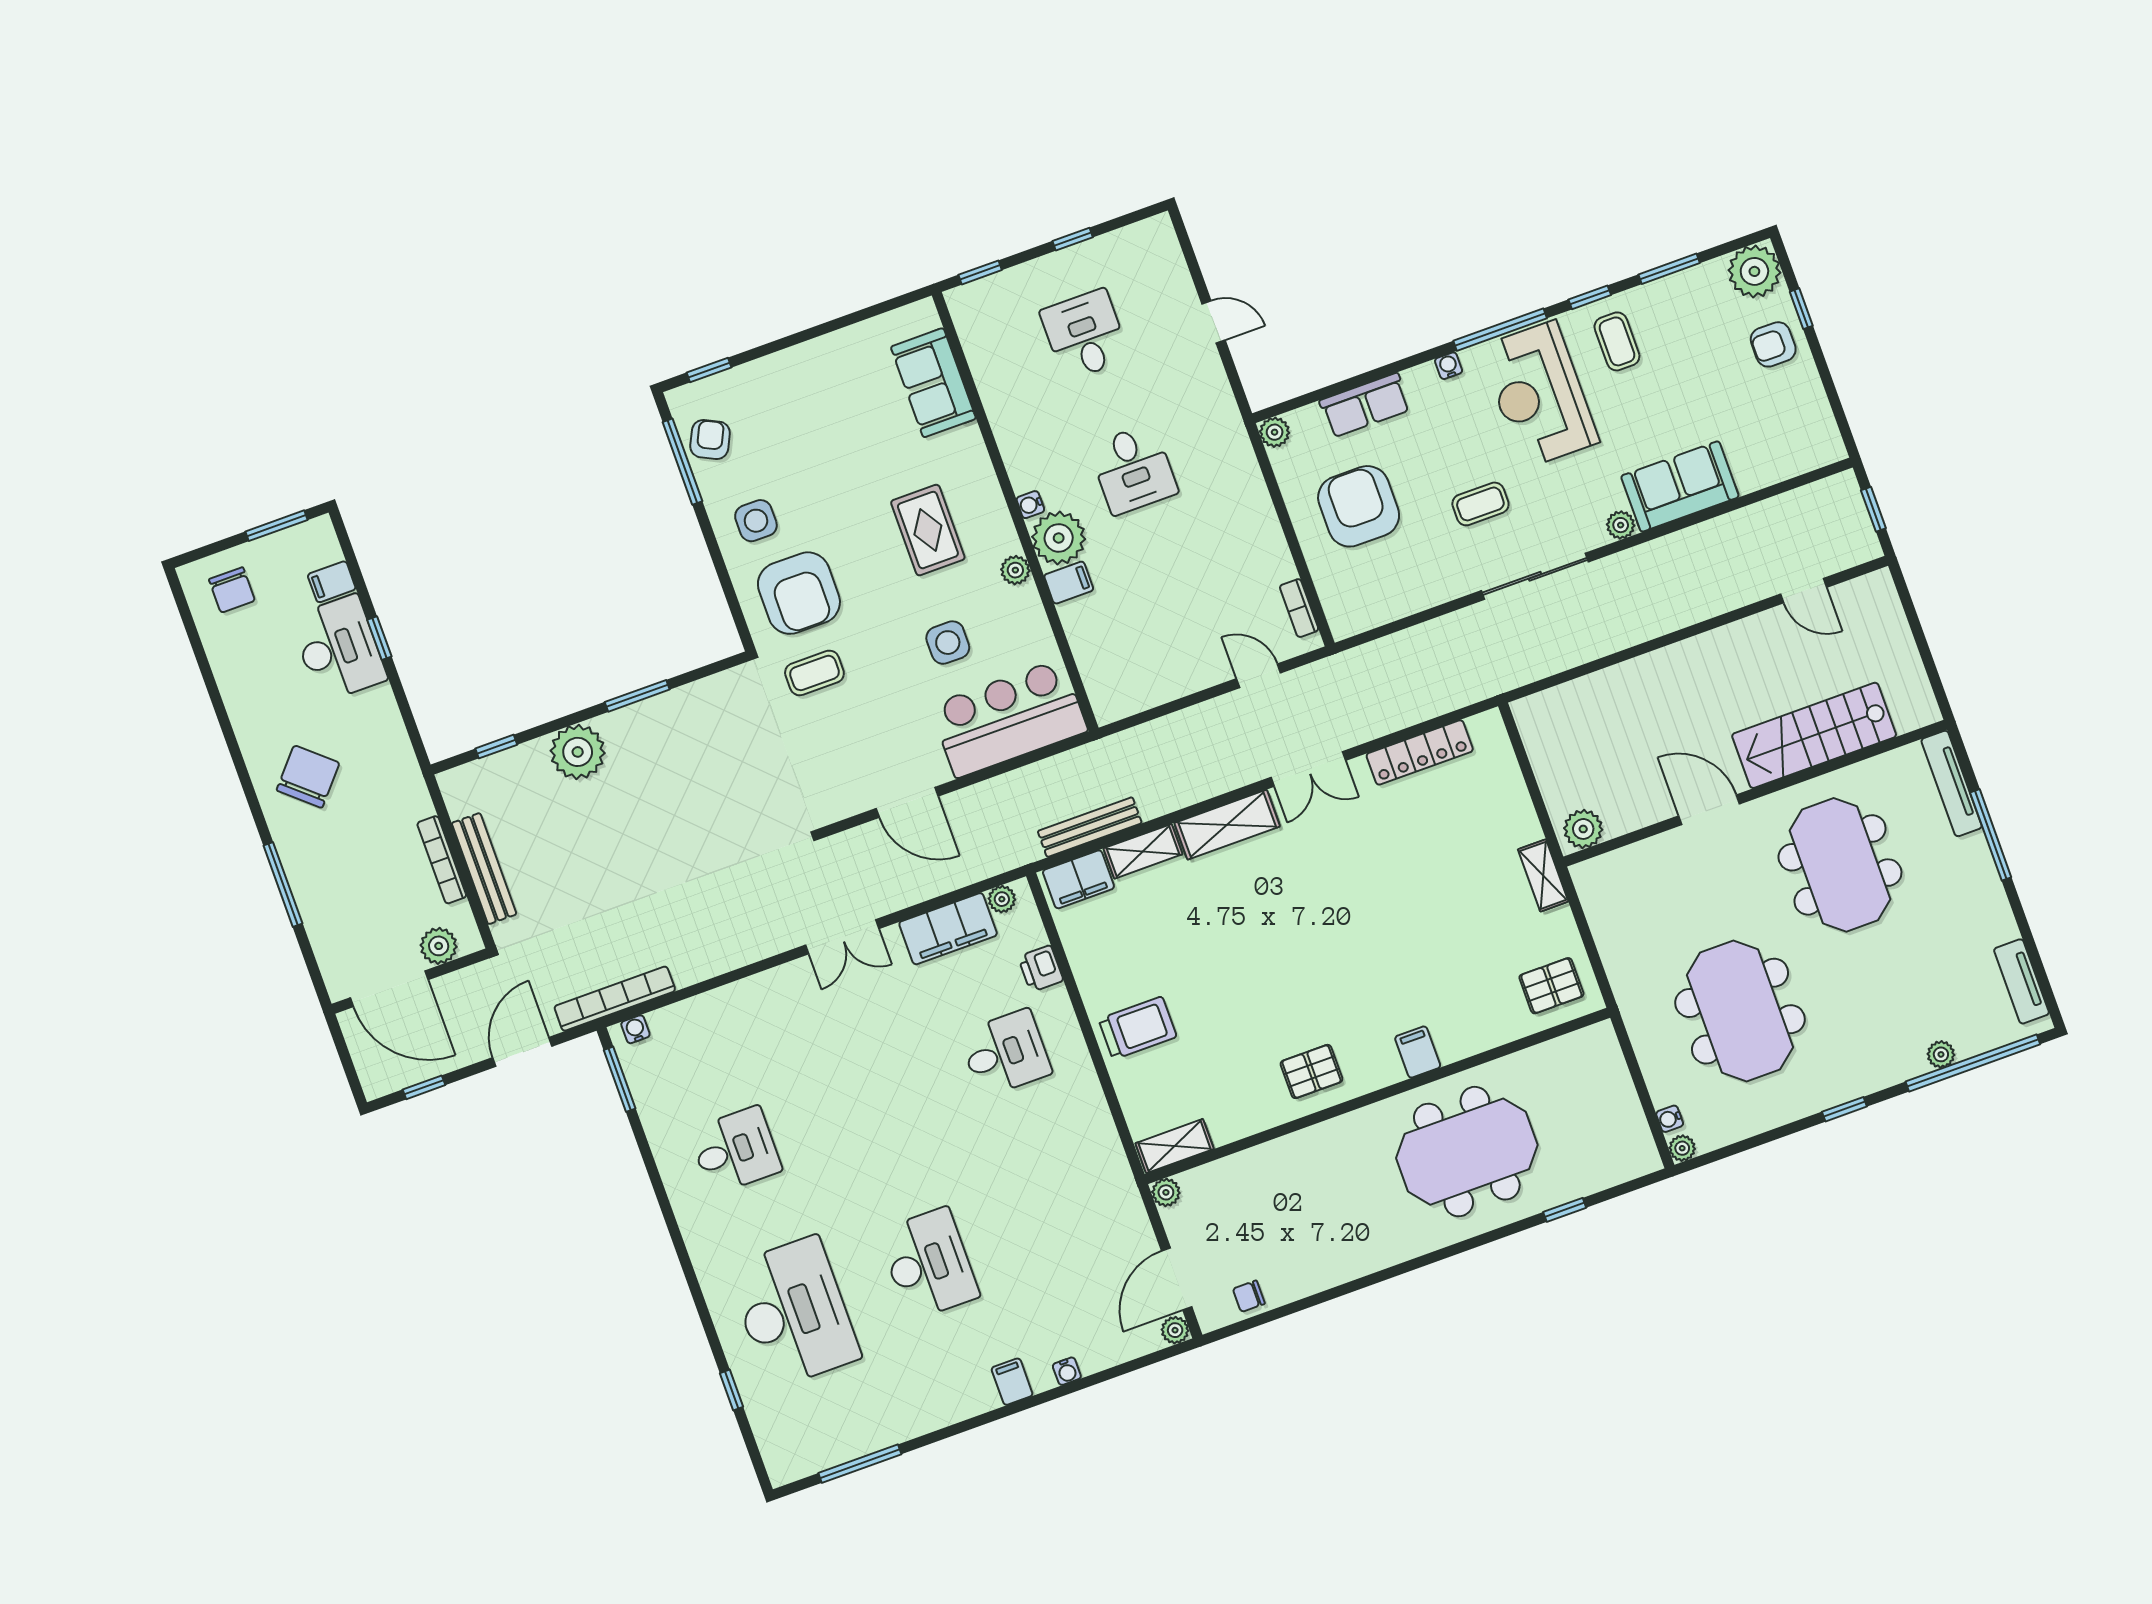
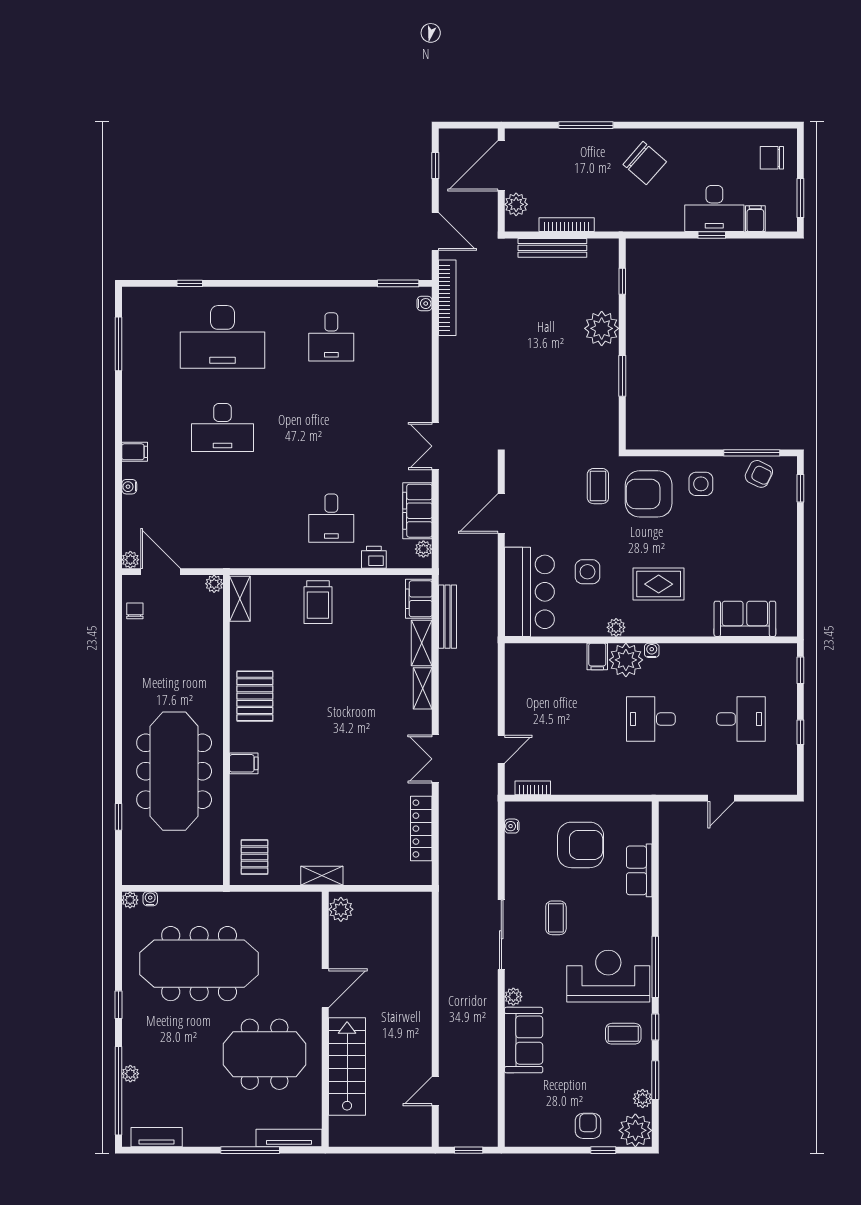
water cooler: (1449, 366) -> (512, 826), moved, turned 180
plant: (1275, 432) -> (643, 1099), moved
shelving: (1227, 825) -> (423, 688), width x0.67, depth x0.75
meeting table: (1740, 1011) -> (199, 964), width x1.36
pallet: (1311, 1071) -> (255, 696), width x1.50, depth x1.42
meeting table: (1467, 1152) -> (174, 771), width x1.36

